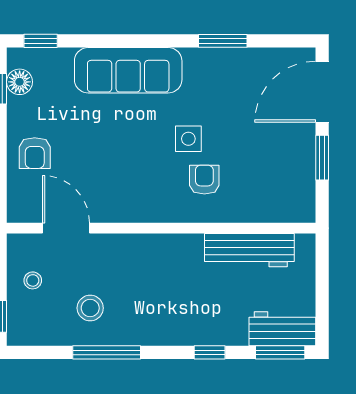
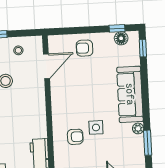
plant: (194, 58) -> (138, 128), added

